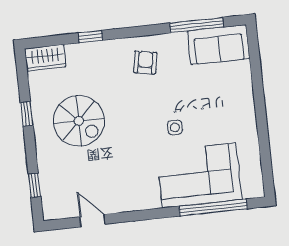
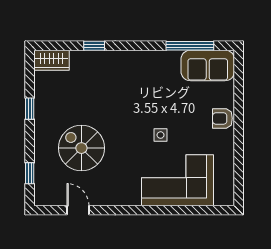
armchair: (145, 62) -> (222, 118), moved, turned -100
spiral stairs: (79, 121) -> (81, 148), moved, turned 180
window: (213, 207) -> (187, 210), removed

